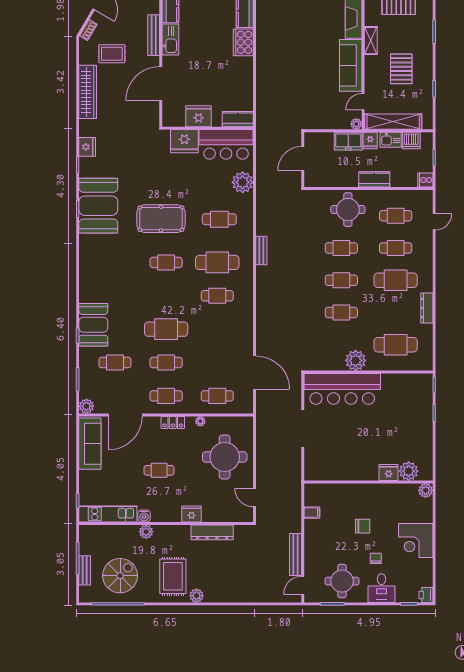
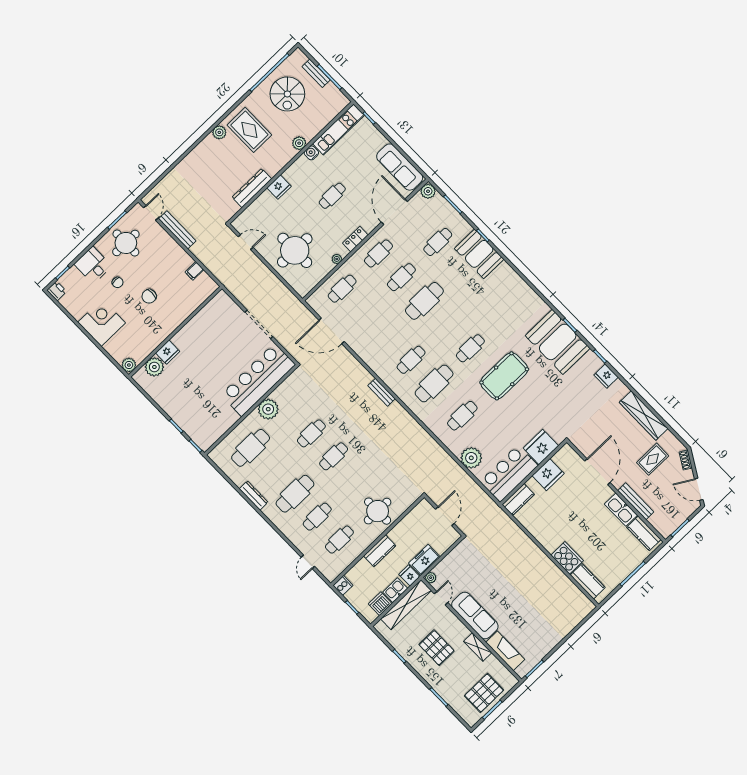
cafe table: (341, 248) -> (356, 479), removed
bench: (261, 250) -> (382, 392), moved

